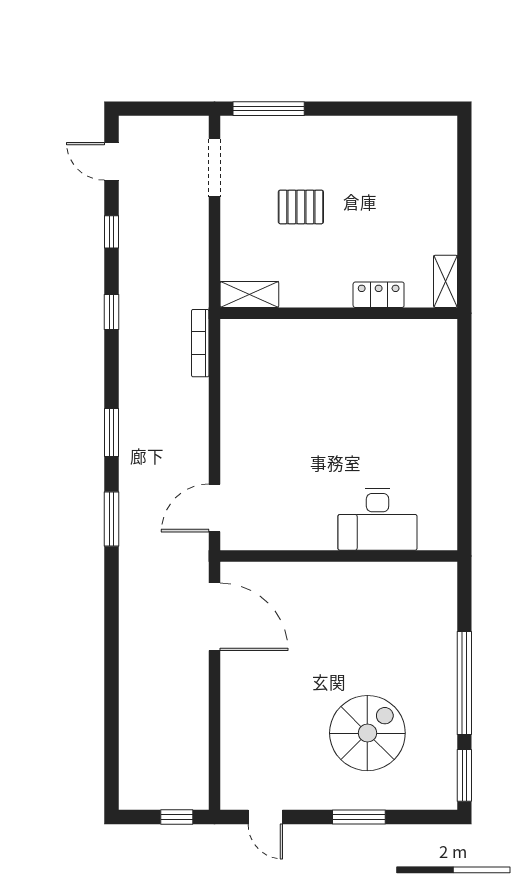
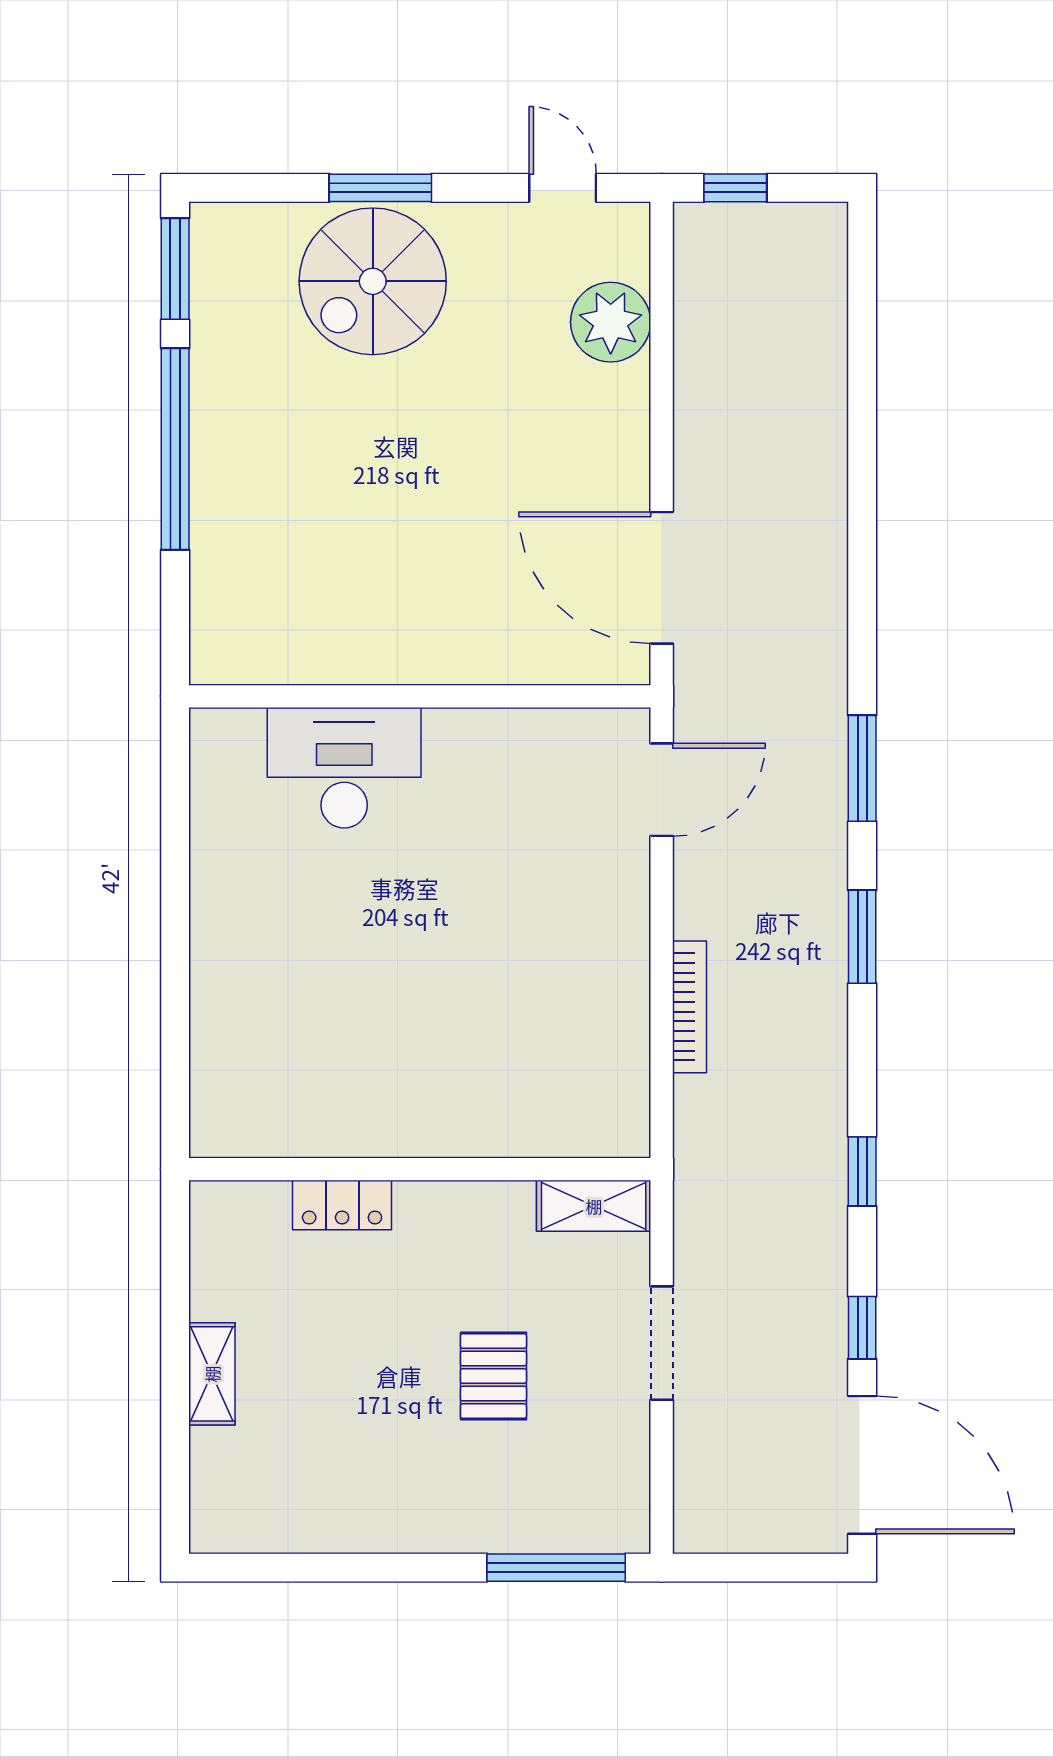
door: (112, 161) -> (862, 1465), width x1.88
doorway: (215, 168) -> (662, 1343), moved
pallet: (301, 207) -> (493, 1376), turned 90
shelving: (445, 281) -> (212, 1374), moved
bookcase: (200, 343) -> (689, 1007), moved
spiral stairs: (367, 733) -> (373, 281), moved
plant: (241, 748) -> (611, 322), added

